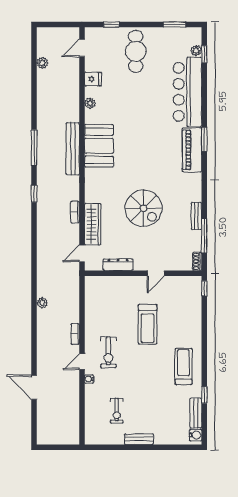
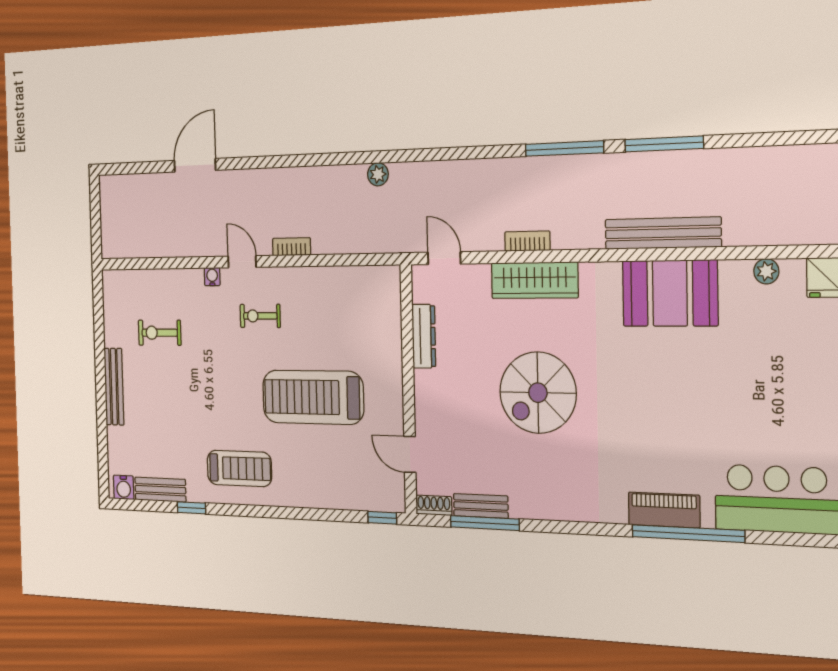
window: (204, 139) -> (688, 534), width x2.11
piano: (192, 150) -> (664, 510), width x0.73, depth x0.75
window: (34, 194) -> (564, 149), width x2.17
bench: (196, 216) -> (481, 506), moved
wardrobe: (93, 224) -> (535, 280), moved
door: (156, 273) -> (410, 454), moved
plant: (42, 303) -> (378, 174), moved
treadmill: (148, 324) -> (313, 397), width x1.37, depth x1.38
exercise bike: (108, 352) -> (260, 316), width x0.73, depth x0.72
bench: (139, 439) -> (114, 387), width x1.36

